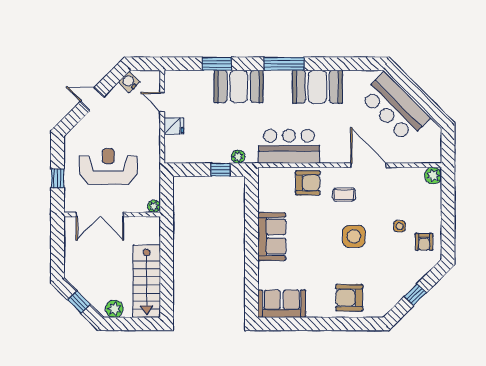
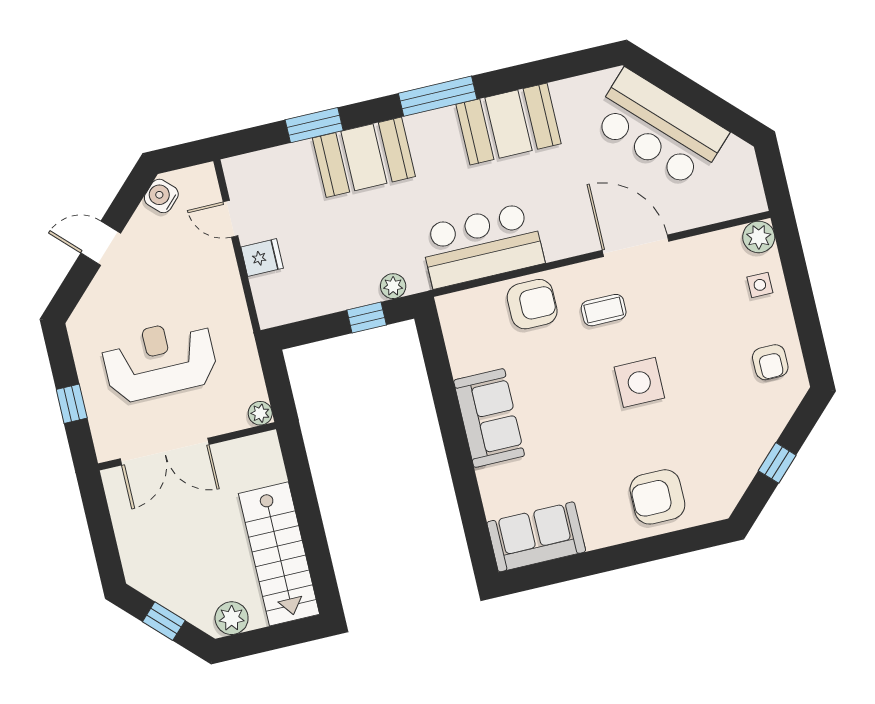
side table: (399, 226) -> (760, 285), moved

